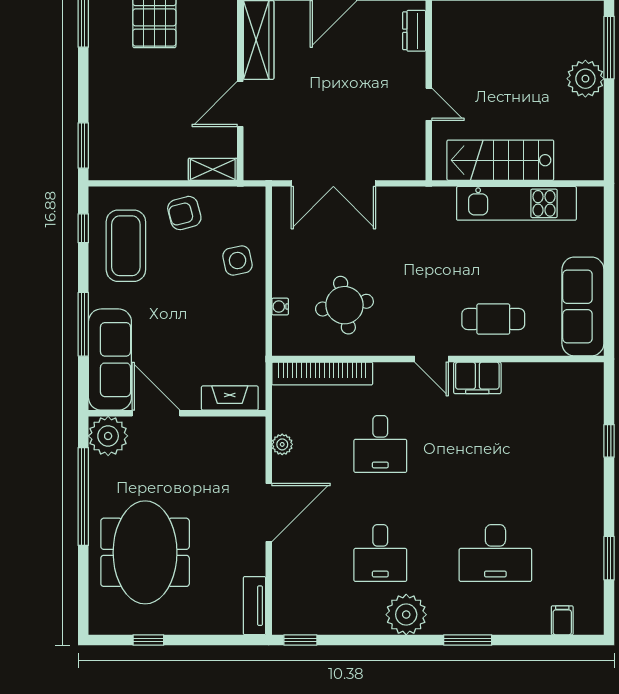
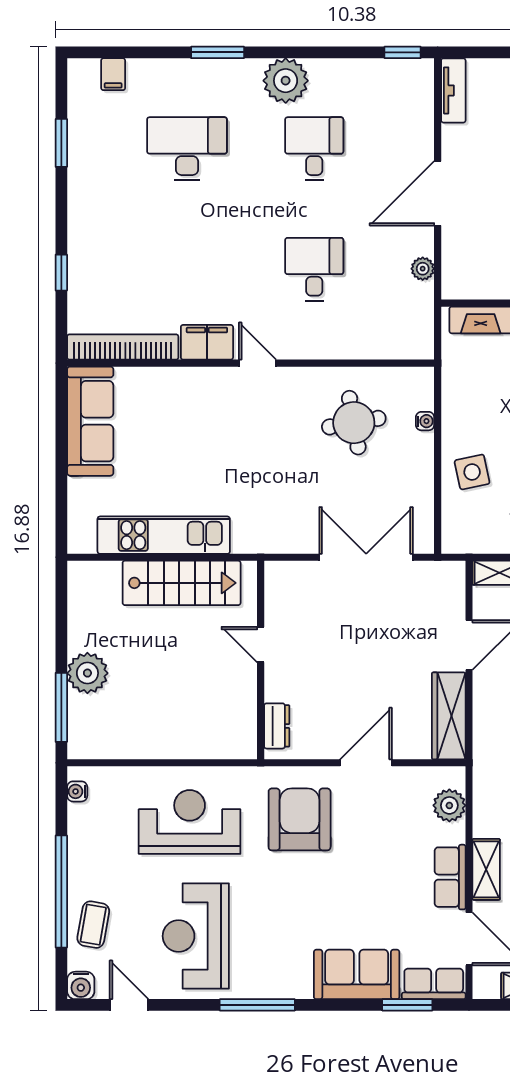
cafe table: (493, 319) -> (189, 407), removed
bookcase: (322, 374) -> (123, 347), moved

